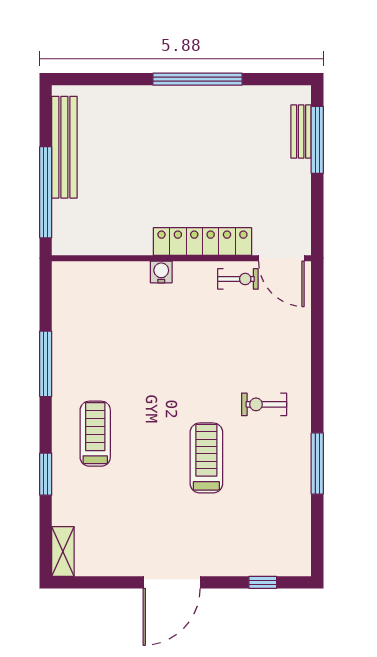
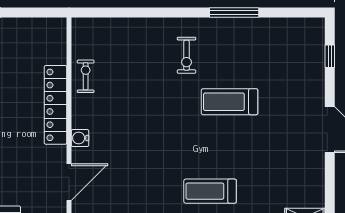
door: (281, 258) -> (69, 182), moved

